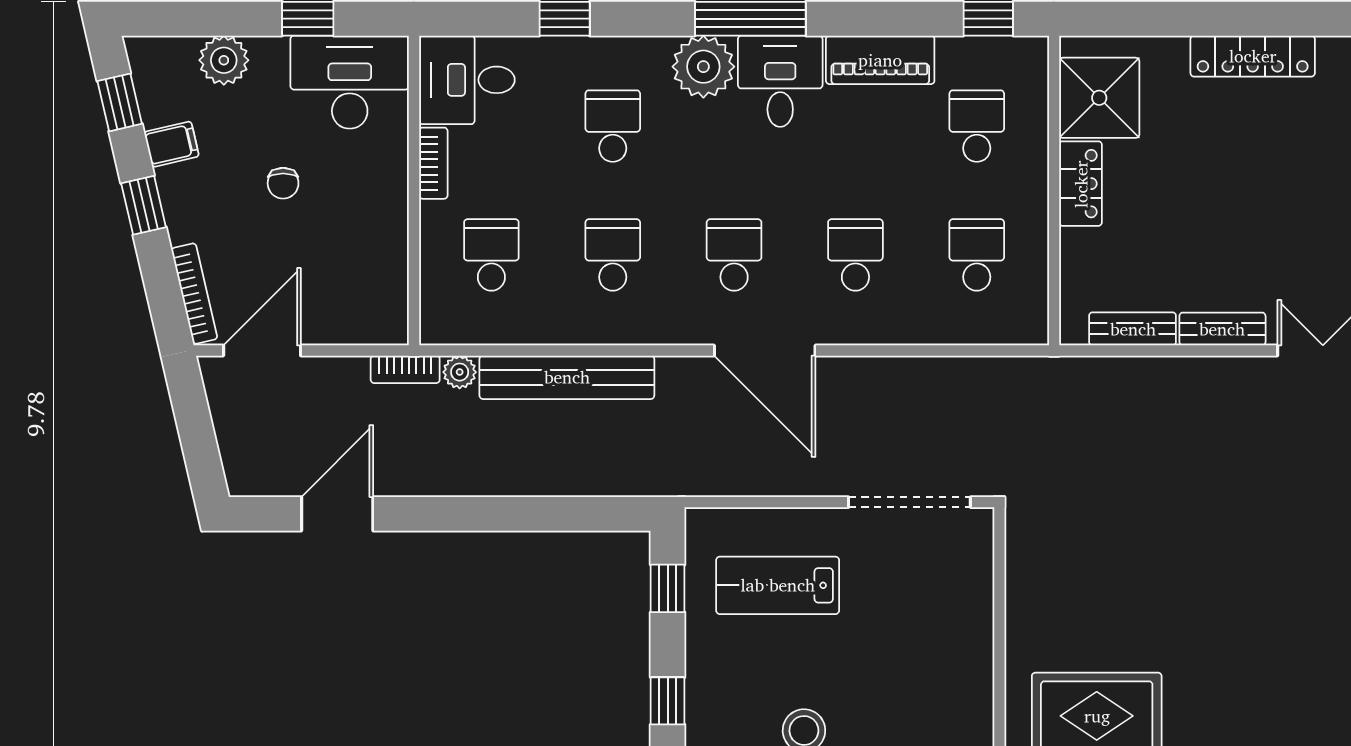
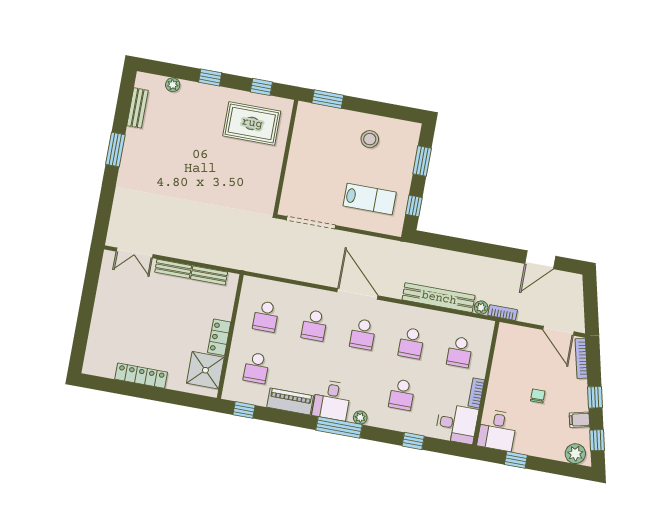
plant: (224, 60) -> (575, 454), moved
plant: (703, 67) -> (360, 417), width x0.53, depth x0.53
desk: (350, 82) -> (497, 430), width x0.73
door: (262, 350) -> (558, 331), hinge flipped
window: (668, 701) -> (422, 161), width x1.50

